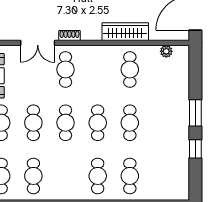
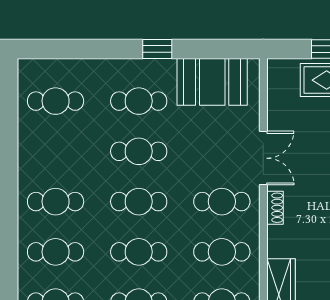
double door: (38, 43) -> (263, 158), swing flipped
cafe table: (98, 70) -> (222, 252), added
cafe table: (33, 176) -> (56, 202), moved

